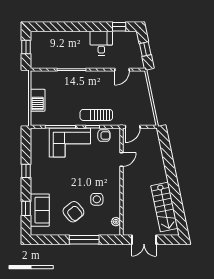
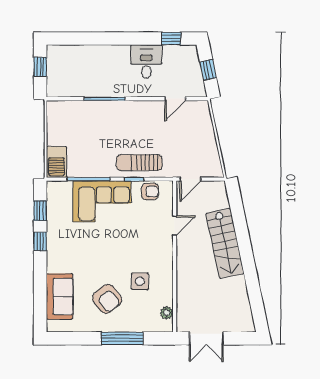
barbecue: (38, 100) -> (57, 162), moved
stairs: (164, 207) -> (225, 243), moved
window: (26, 208) -> (40, 211), moved

